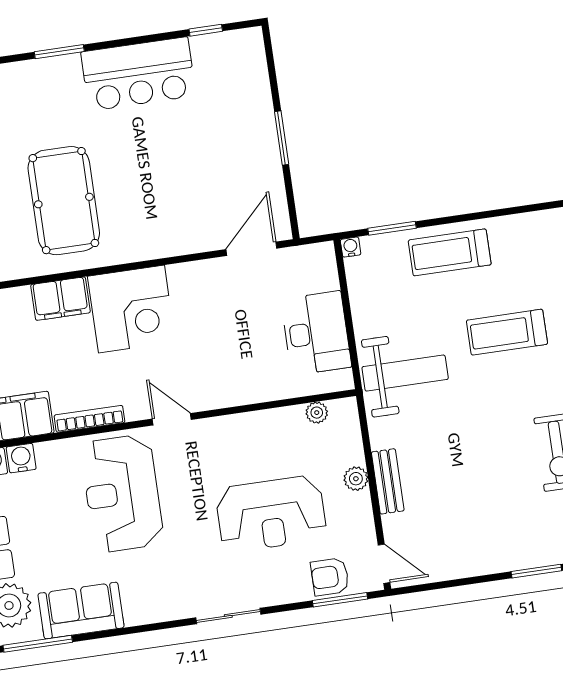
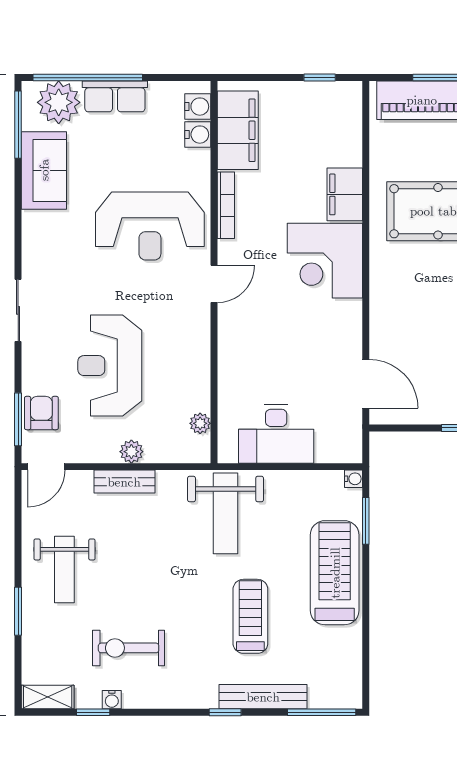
treadmill: (450, 252) -> (335, 573), width x1.37, depth x1.38
reception desk: (122, 493) -> (150, 226), turned 180
weight bench: (487, 530) -> (64, 569), added

